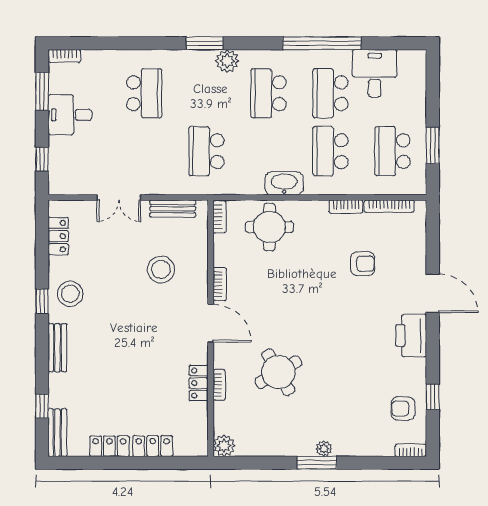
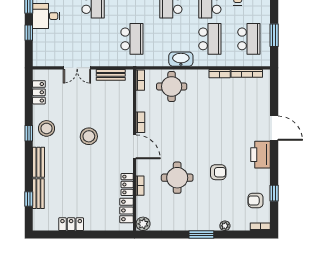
school desk: (206, 151) -> (132, 39), turned 180
school desk: (330, 151) -> (210, 39), turned 180
school desk: (392, 151) -> (249, 39), turned 180
window: (42, 159) -> (29, 33), moved
armchair: (363, 264) -> (218, 172), moved
stool: (161, 269) -> (89, 136), moved
round table: (278, 372) -> (177, 178), turned 30
bench: (57, 433) -> (38, 194), moved
locker: (153, 446) -> (126, 210), moved, turned -90
plant: (324, 449) -> (225, 226), moved

